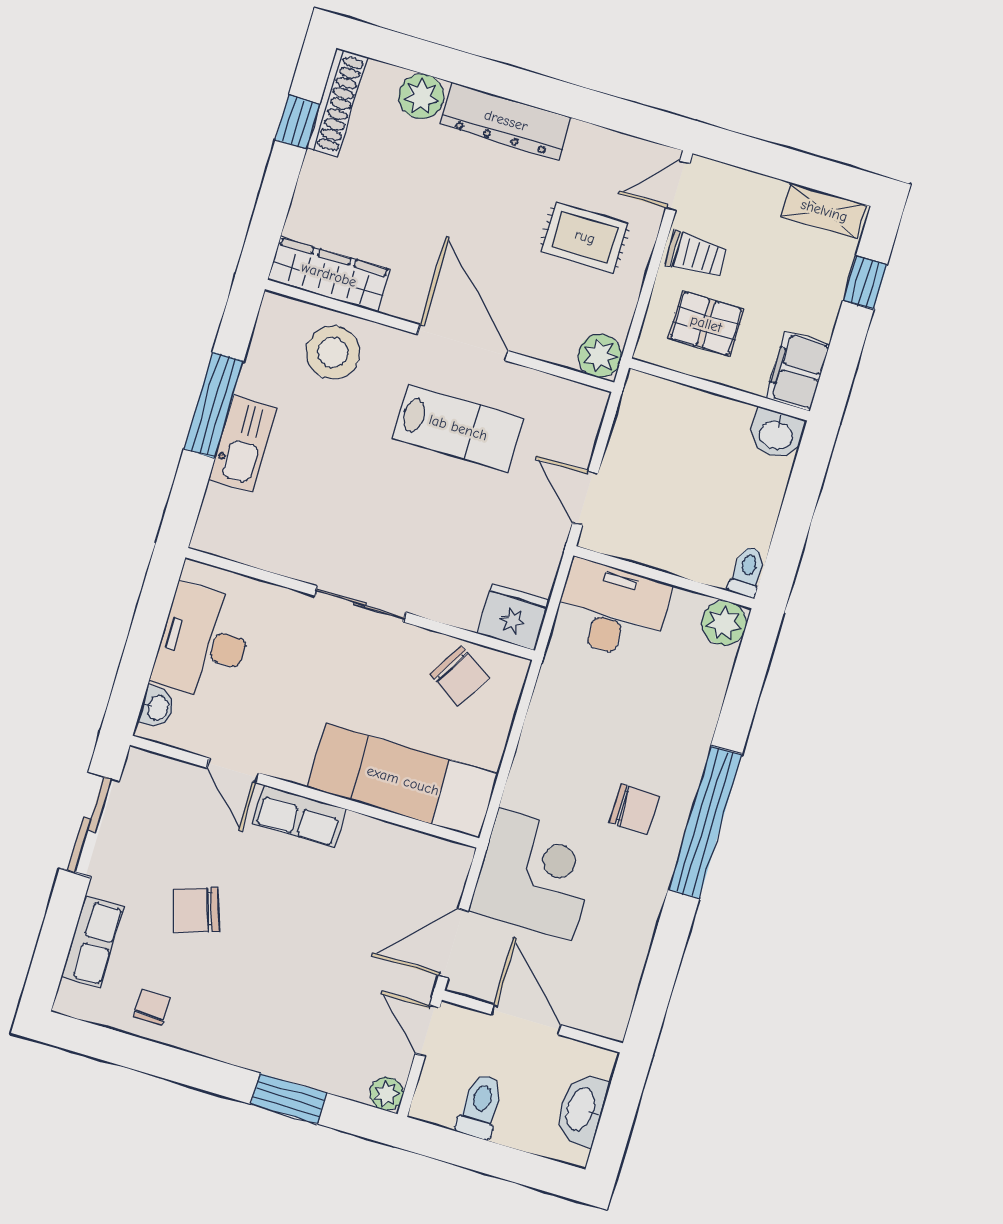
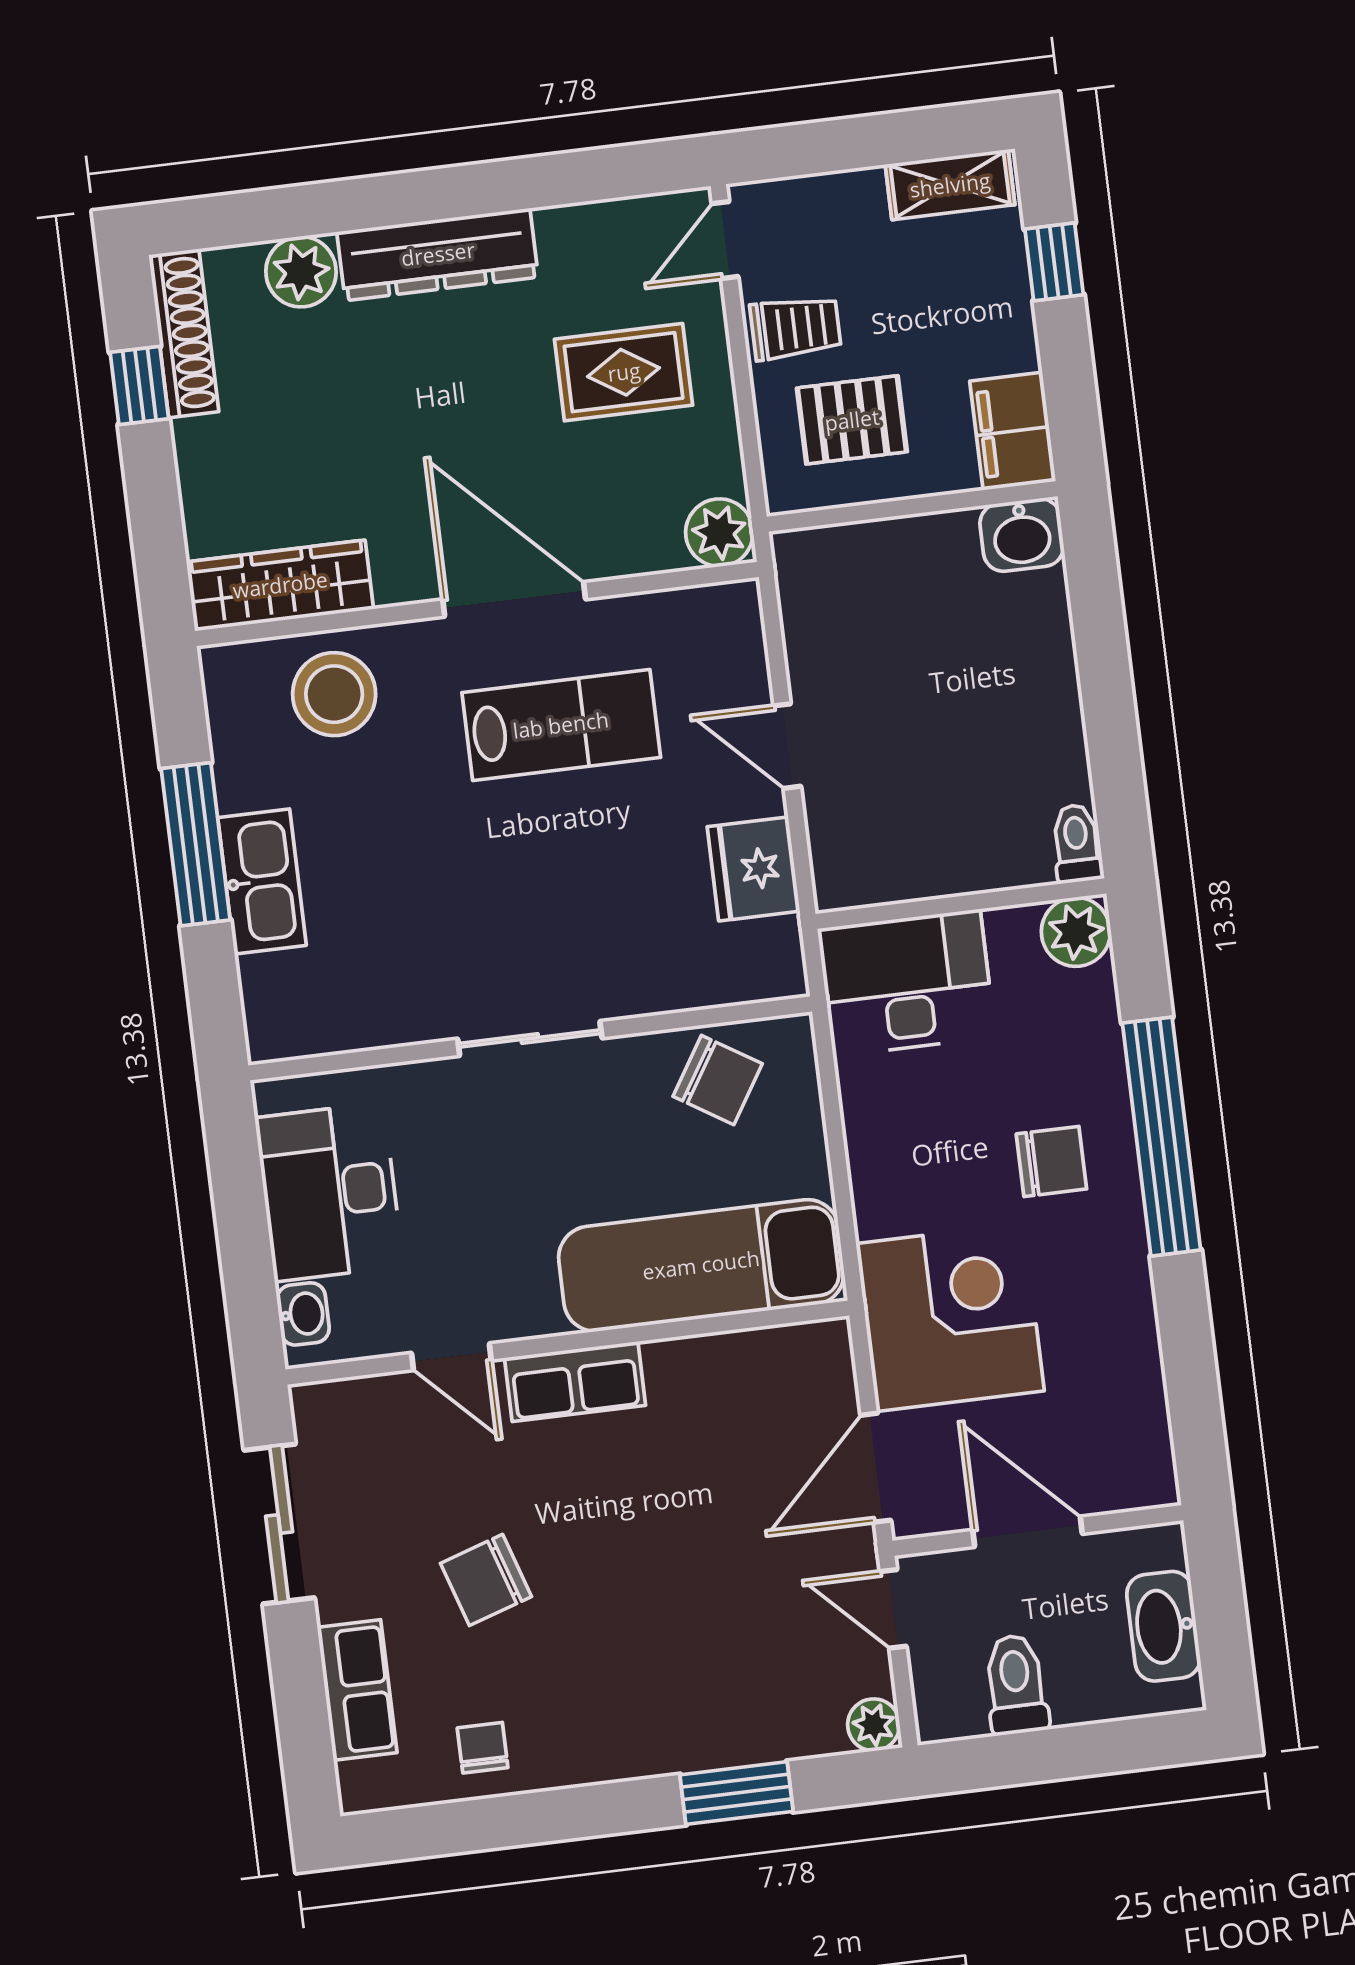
toilet: (747, 571) -> (1077, 843), moved
wall: (664, 577) -> (961, 904), moved
desk: (612, 610) -> (907, 983), moved
fridge: (513, 617) -> (753, 869), moved, turned -90
plant: (724, 623) -> (1076, 932), moved

